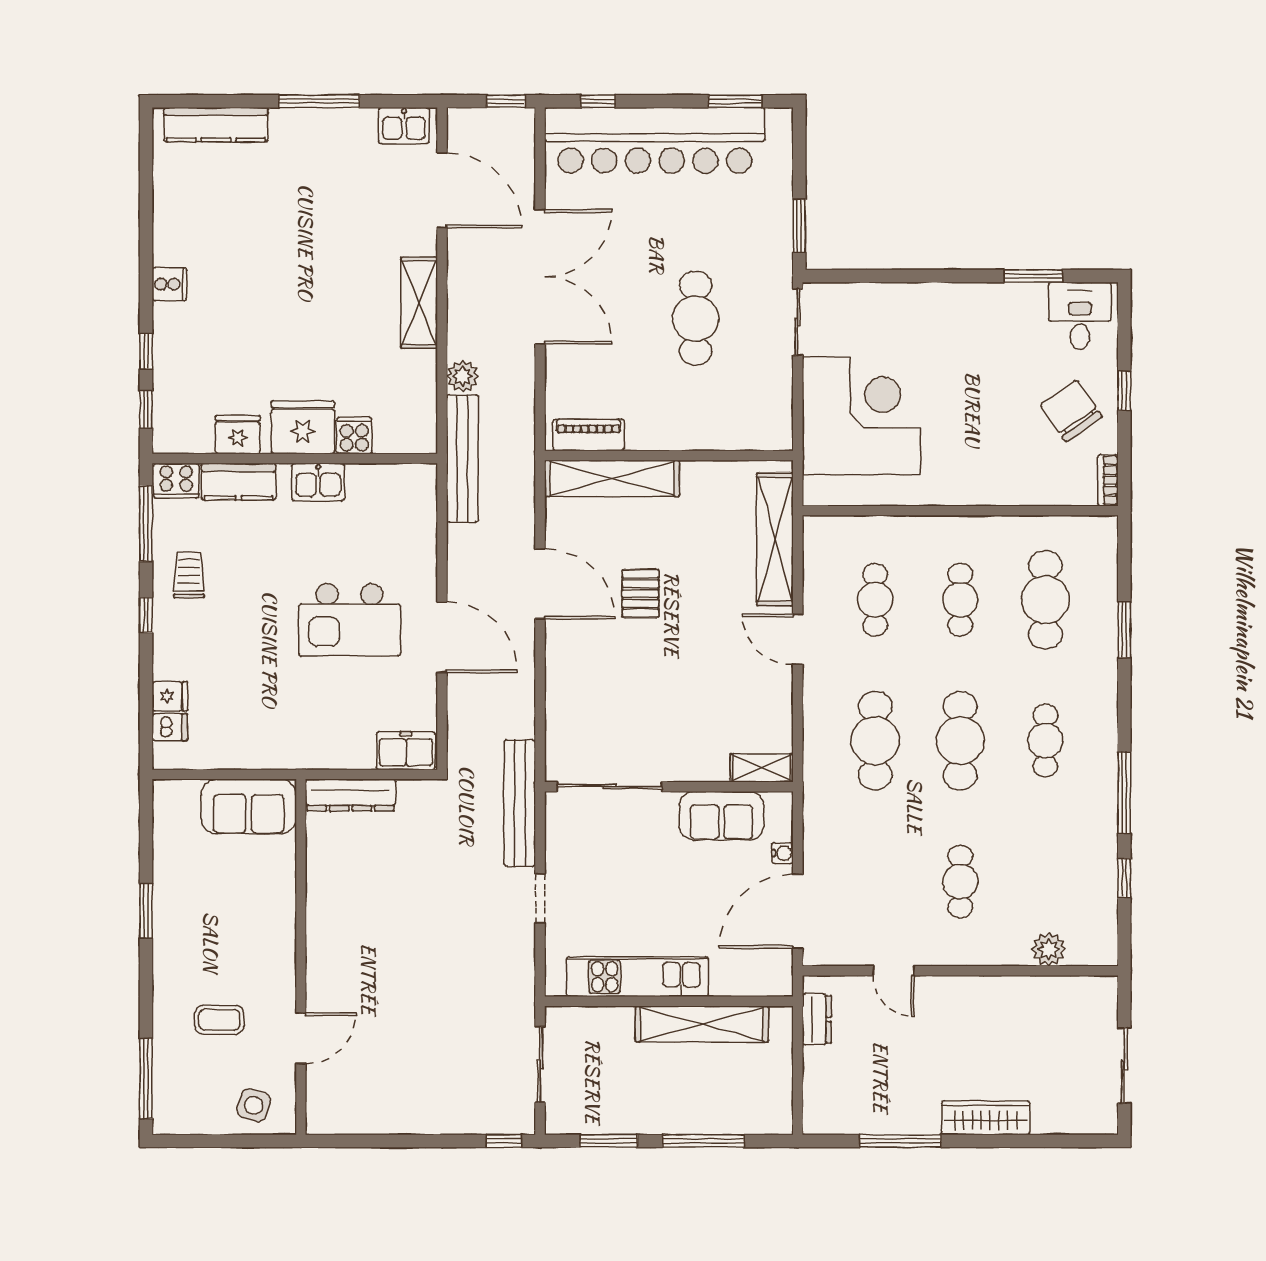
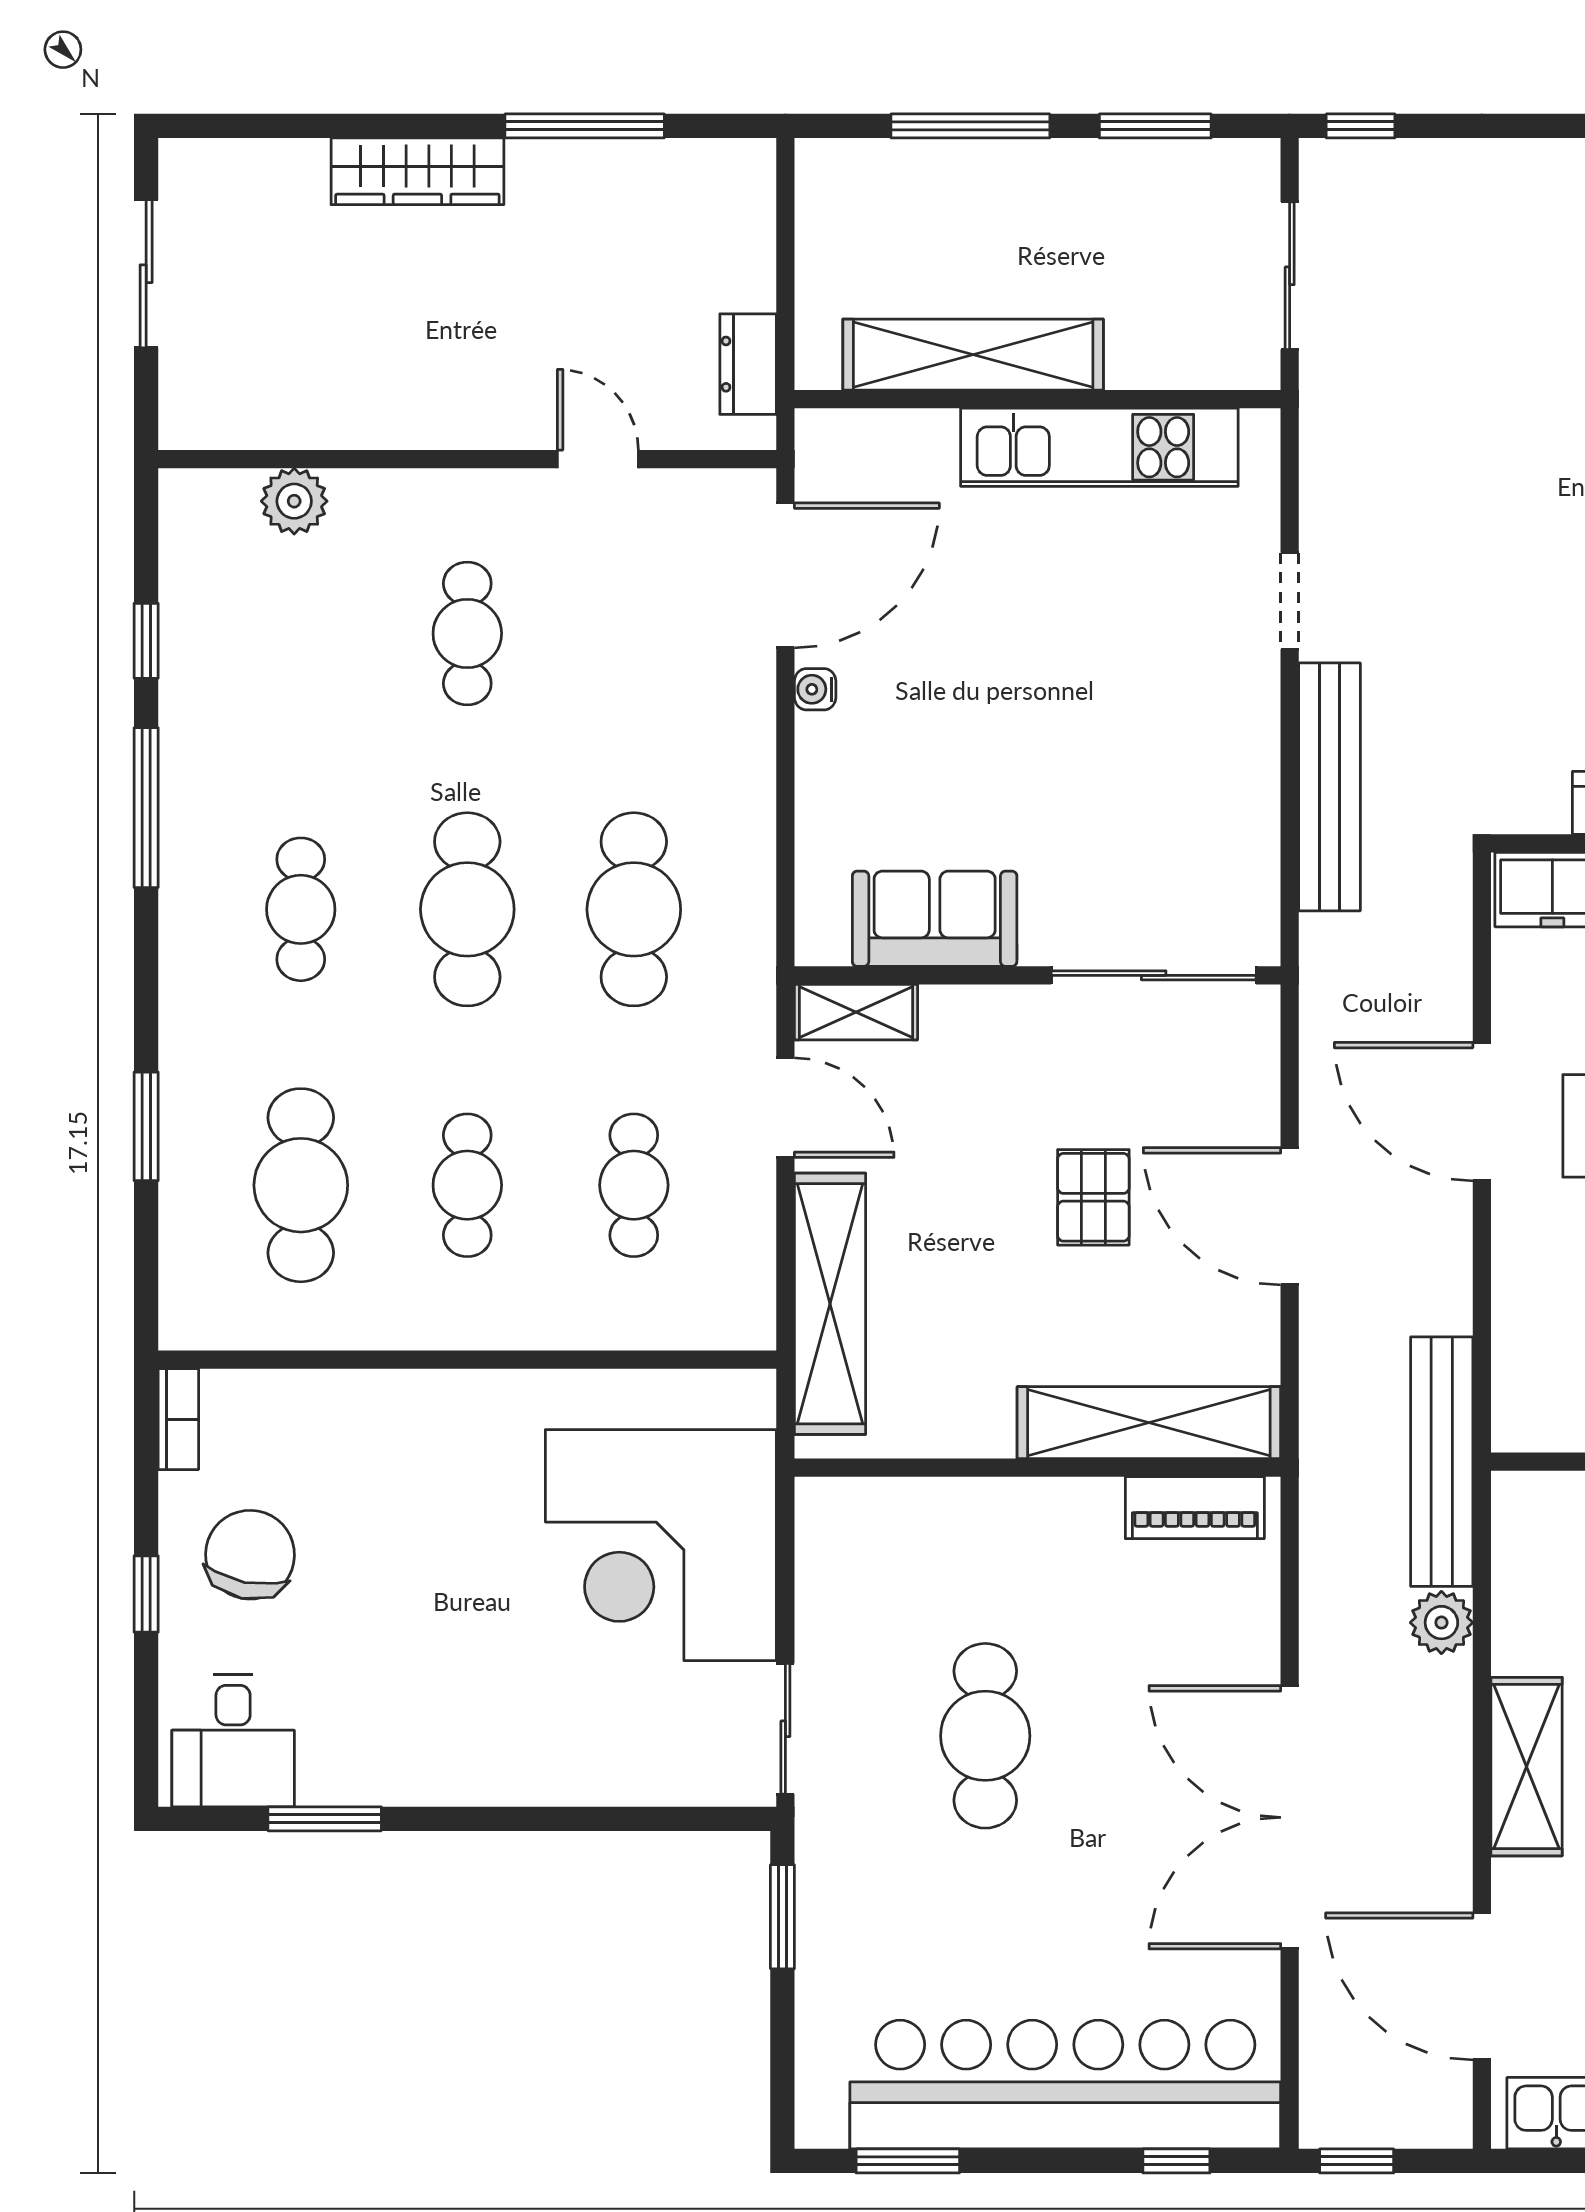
chair: (1071, 411) -> (250, 1555), turned -134
shelving: (762, 768) -> (856, 1012), moved
sliding door: (610, 787) -> (1154, 975), moved
wall: (669, 787) -> (1038, 975), moved
sofa: (721, 816) -> (935, 919), moved

